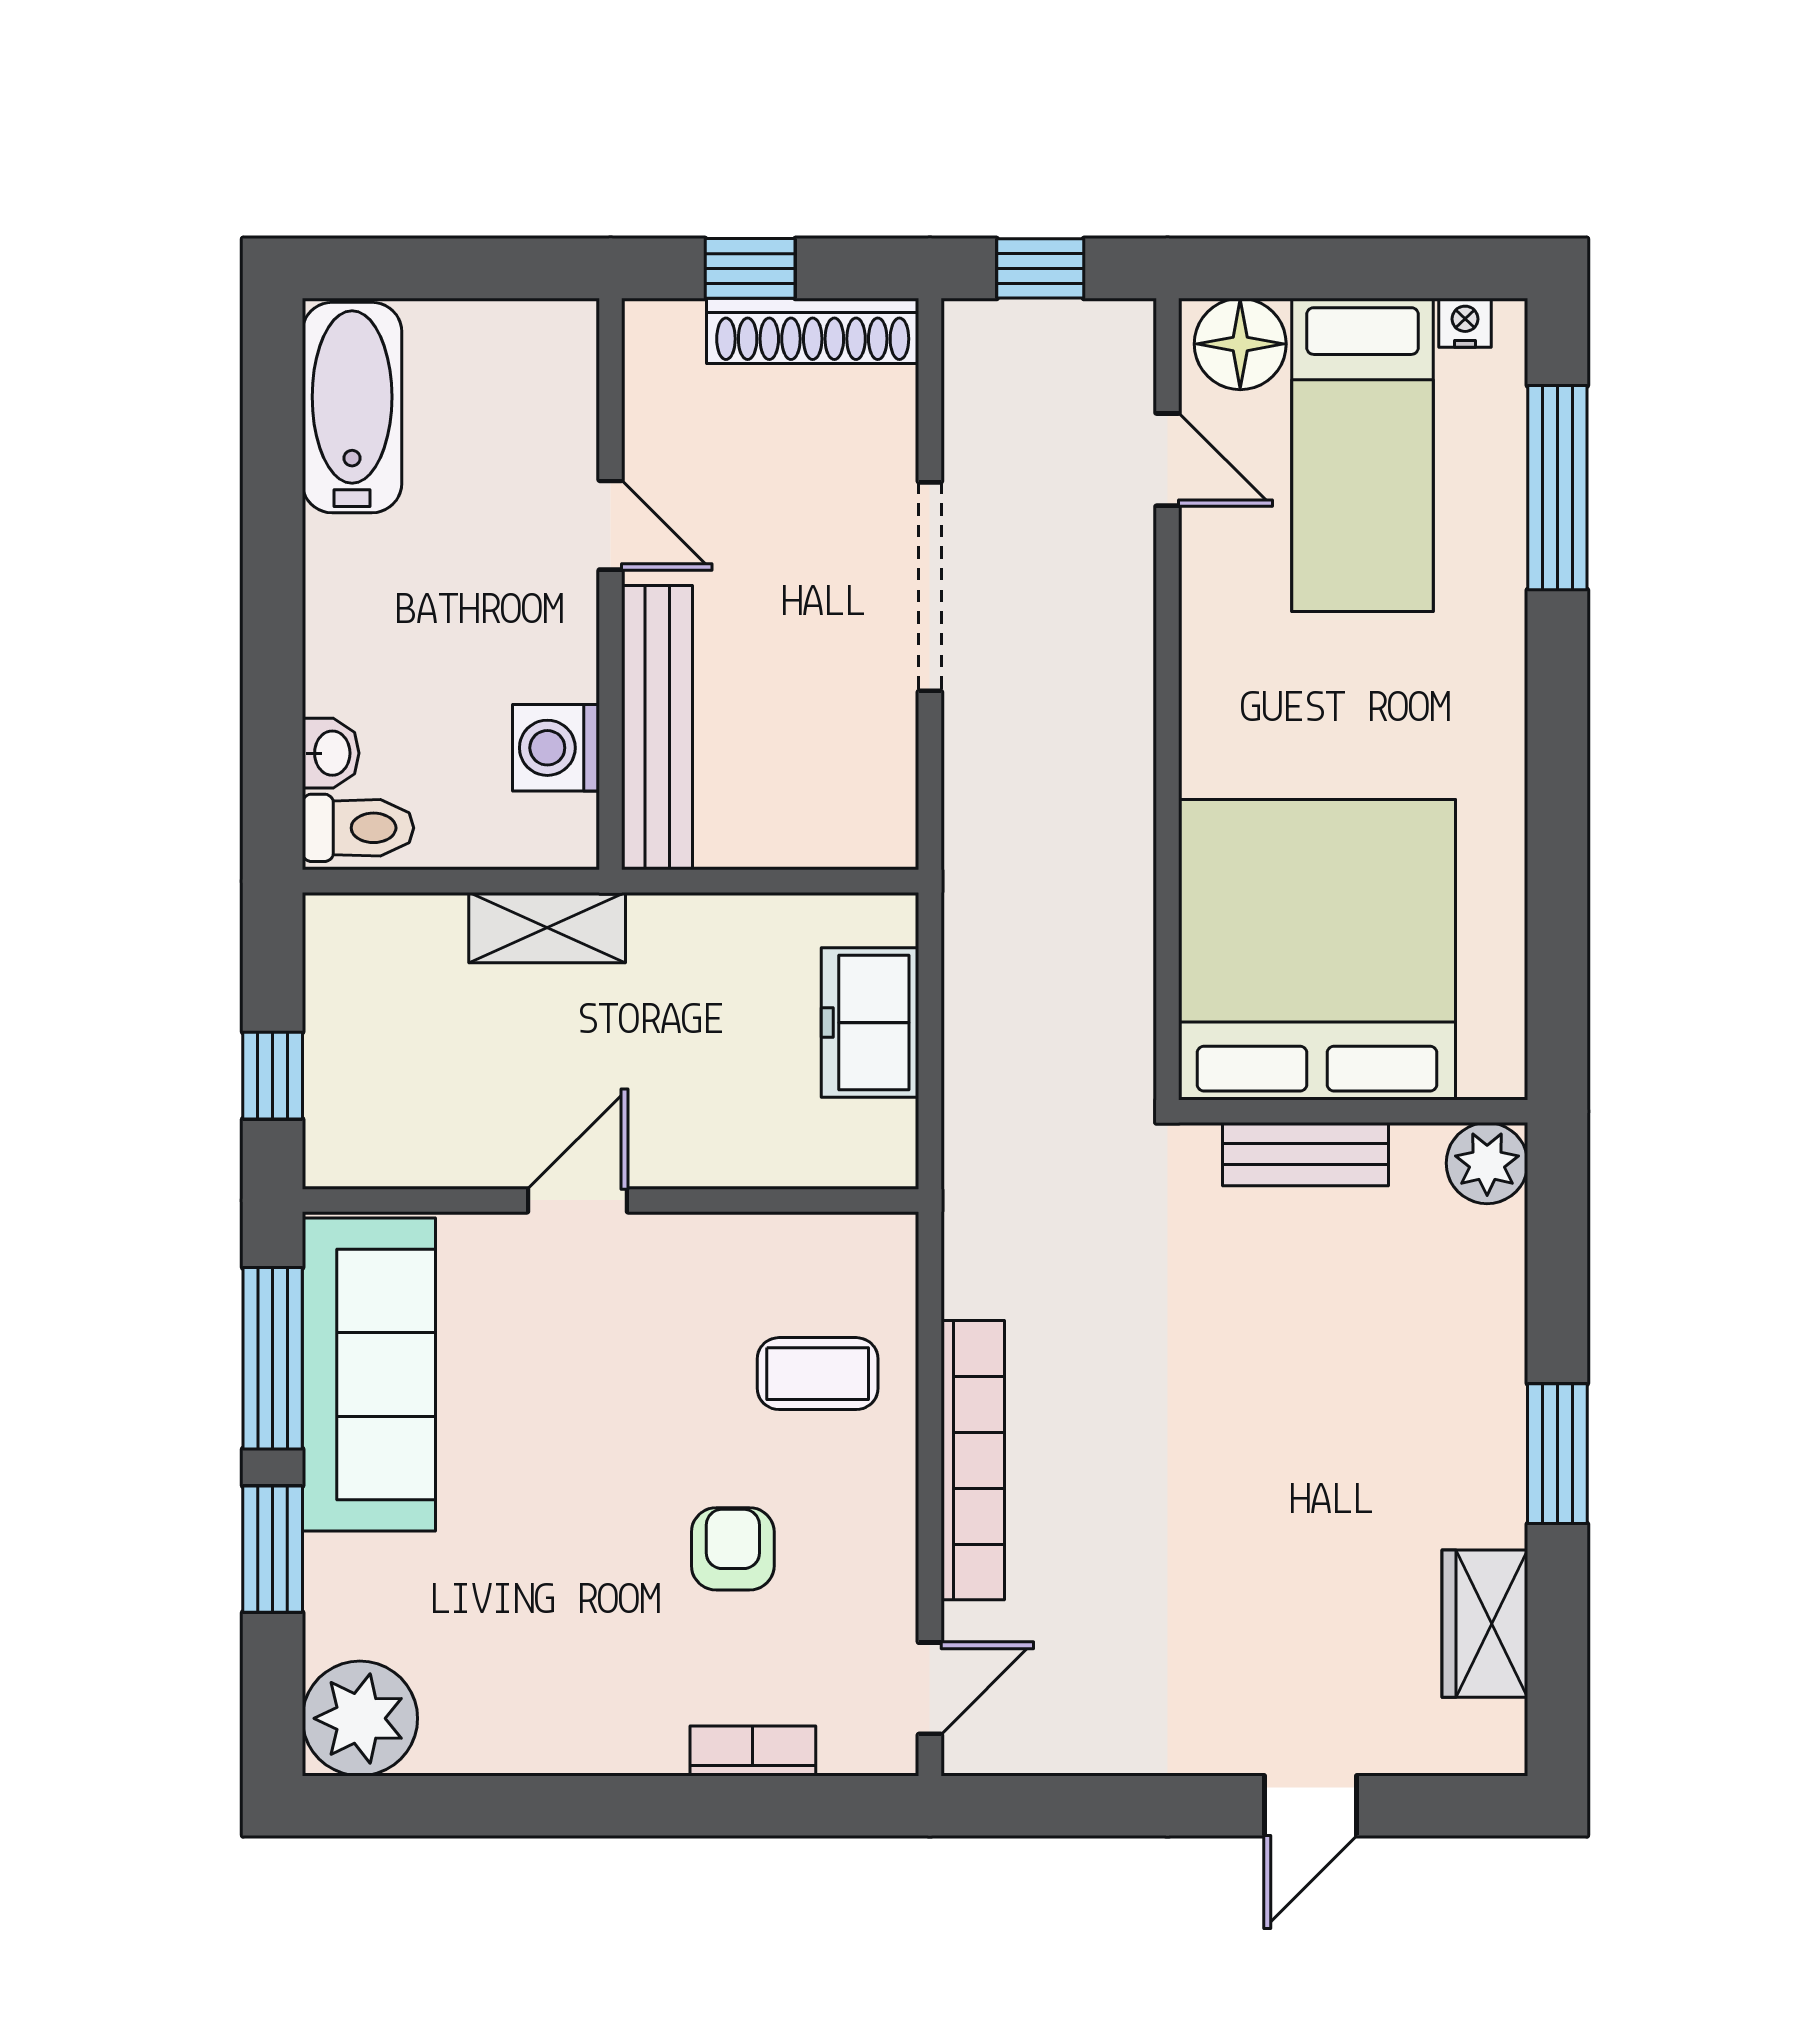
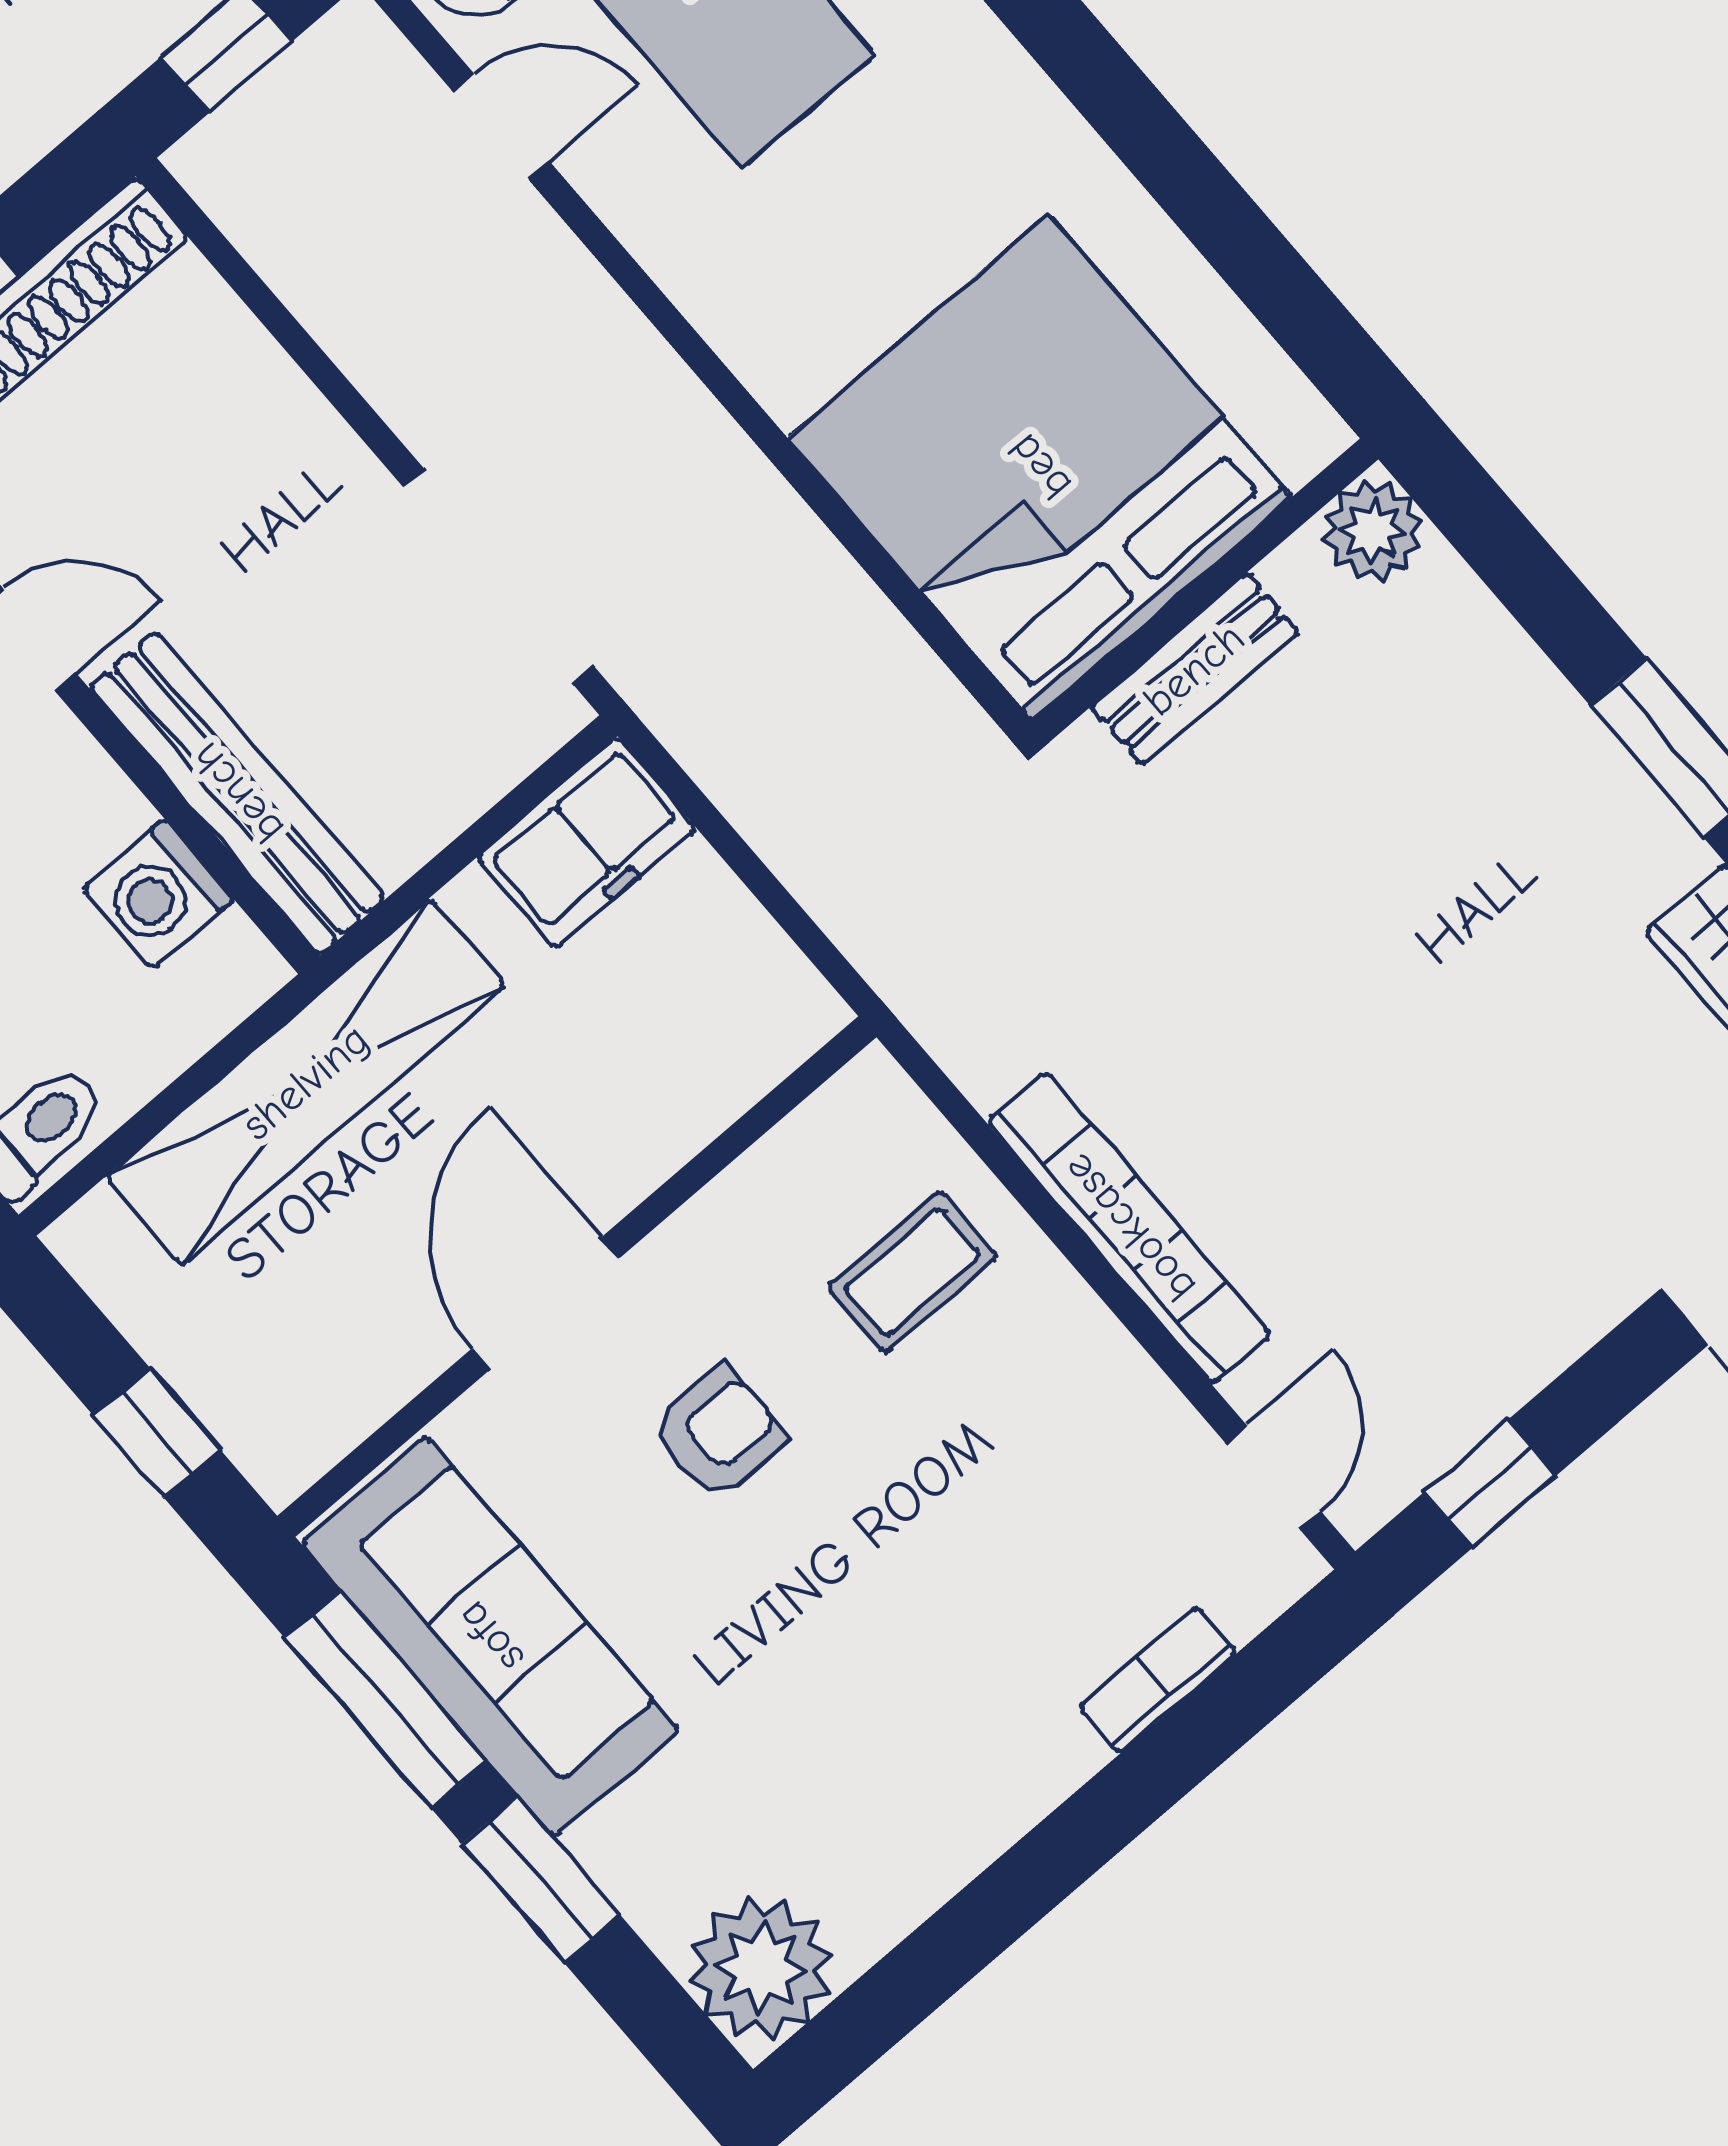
doorway: (930, 587) -> (498, 576), moved
shelving: (547, 928) -> (305, 1082), width x2.20, depth x1.33
freezer: (870, 1023) -> (586, 843), moved, turned -90
door: (577, 1200) -> (546, 1303), width x1.38
armchair: (733, 1549) -> (719, 1433), moved, turned 90
window: (1059, 1806) -> (1490, 1484), added

